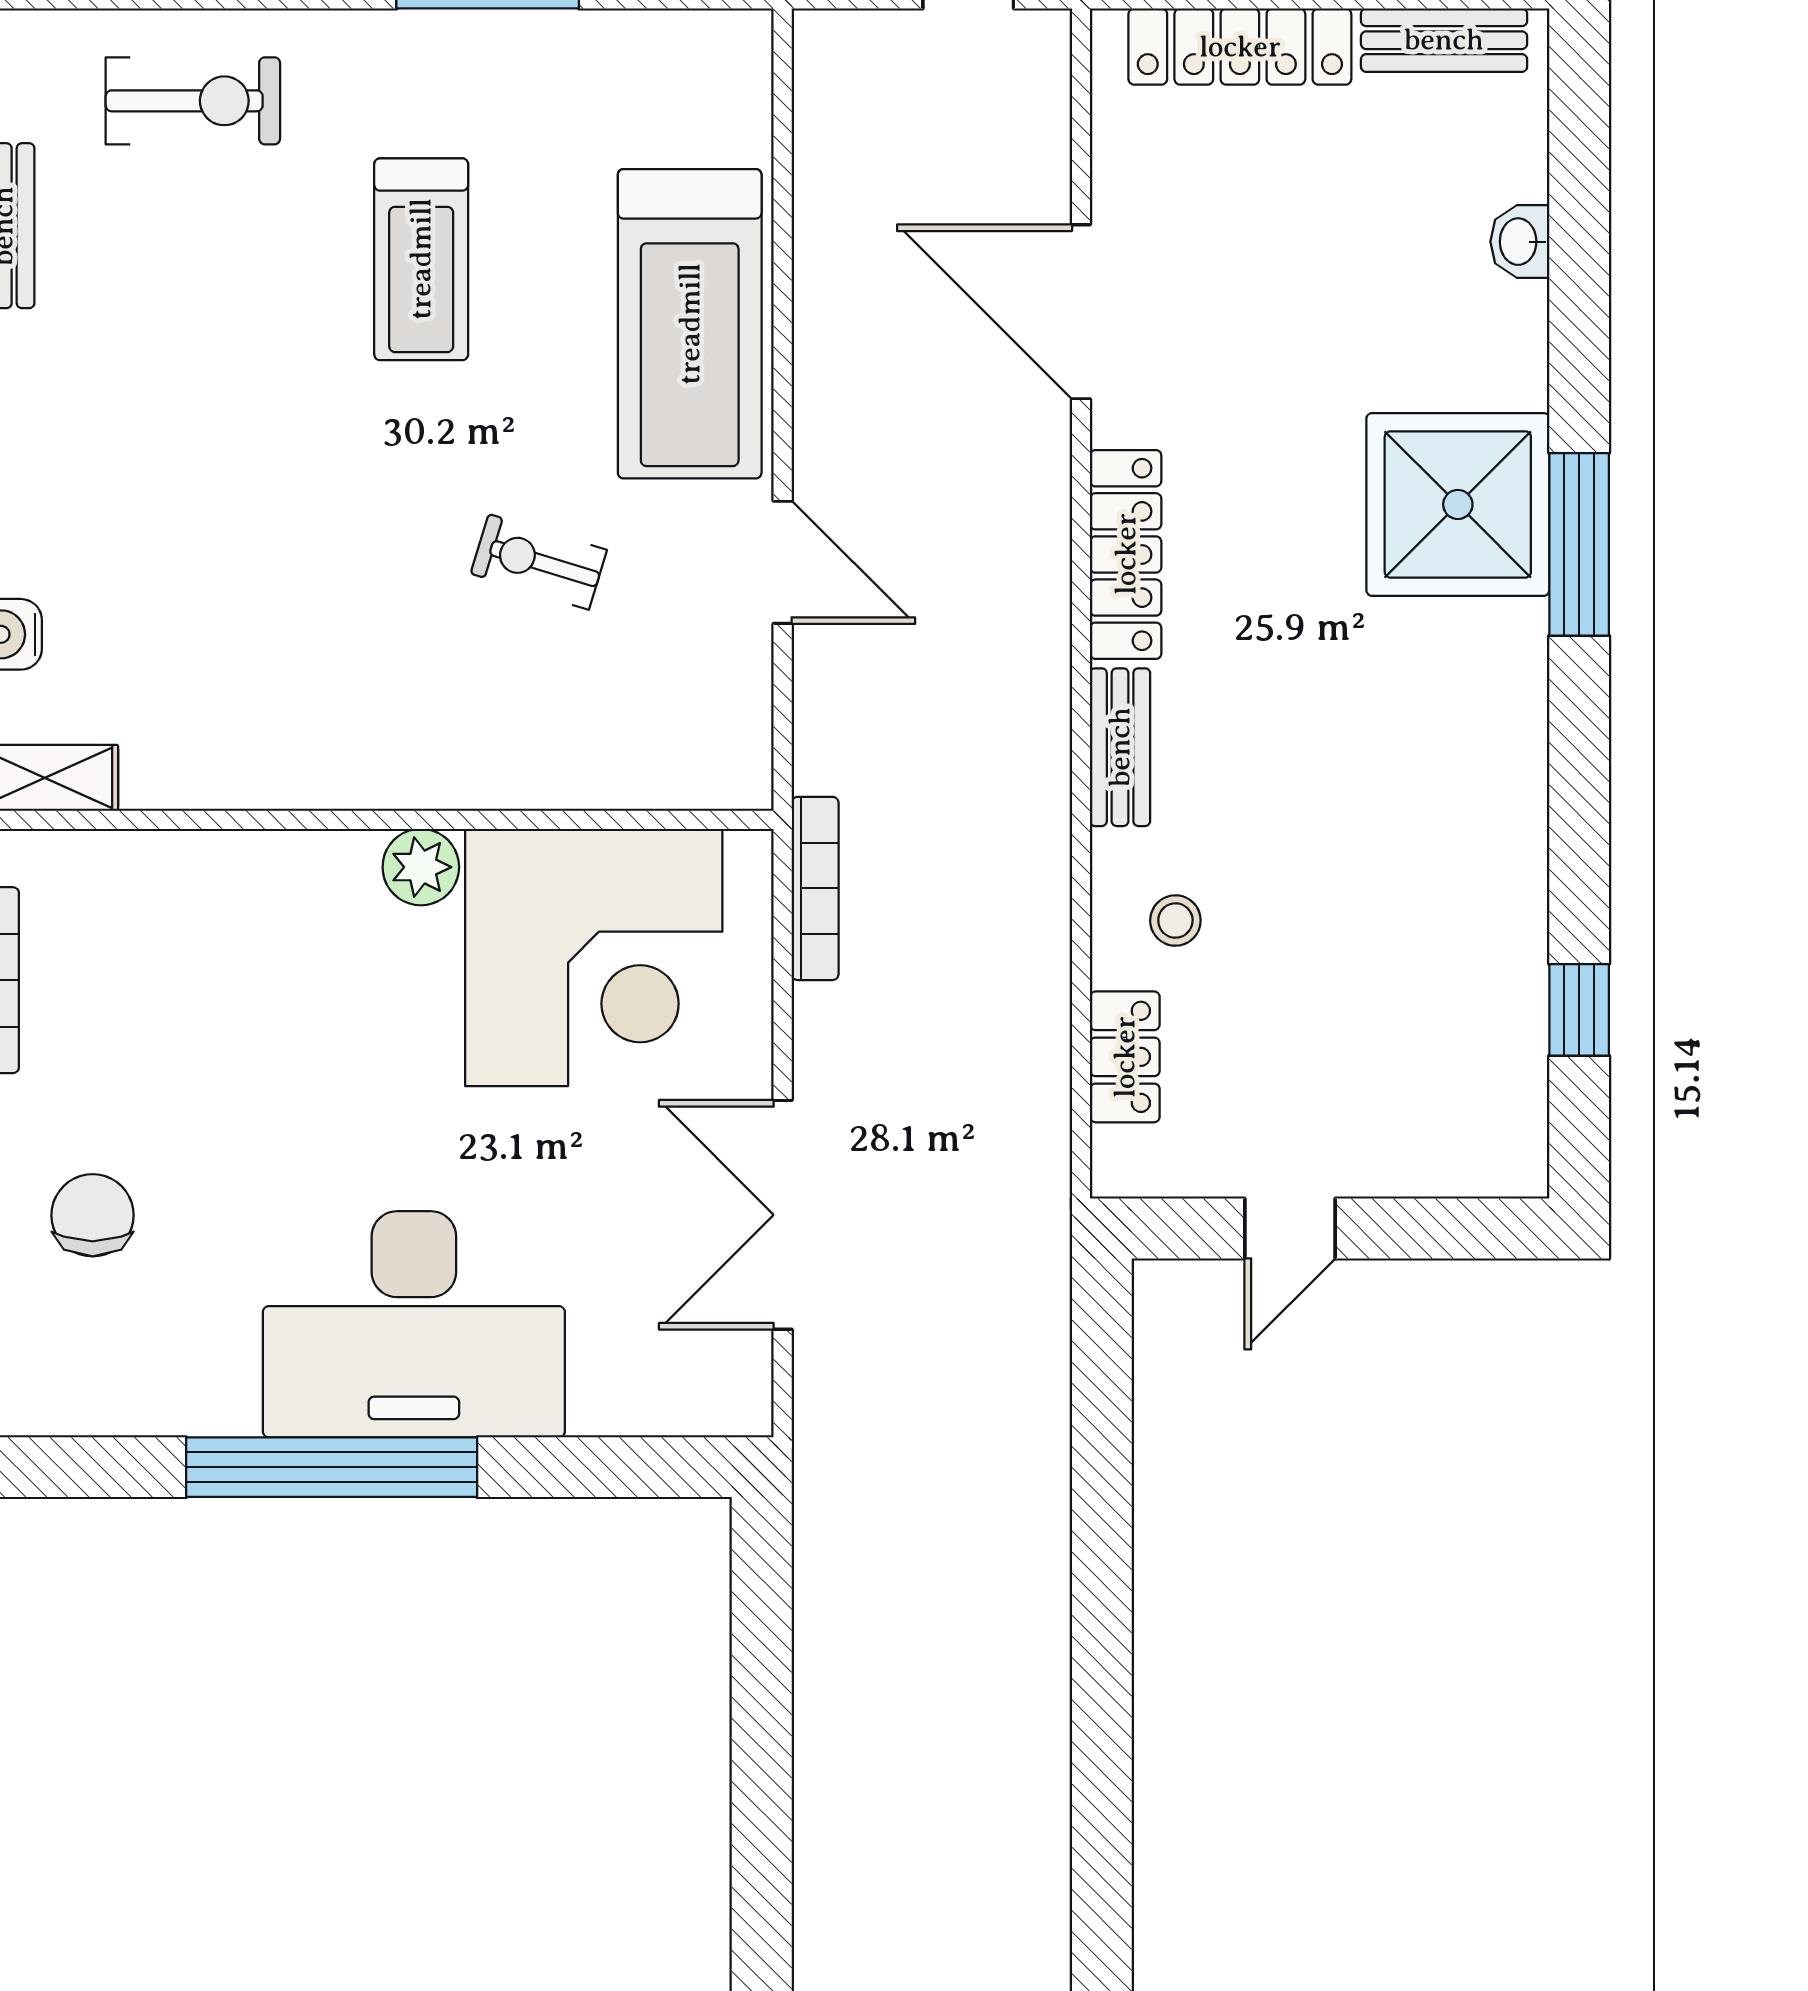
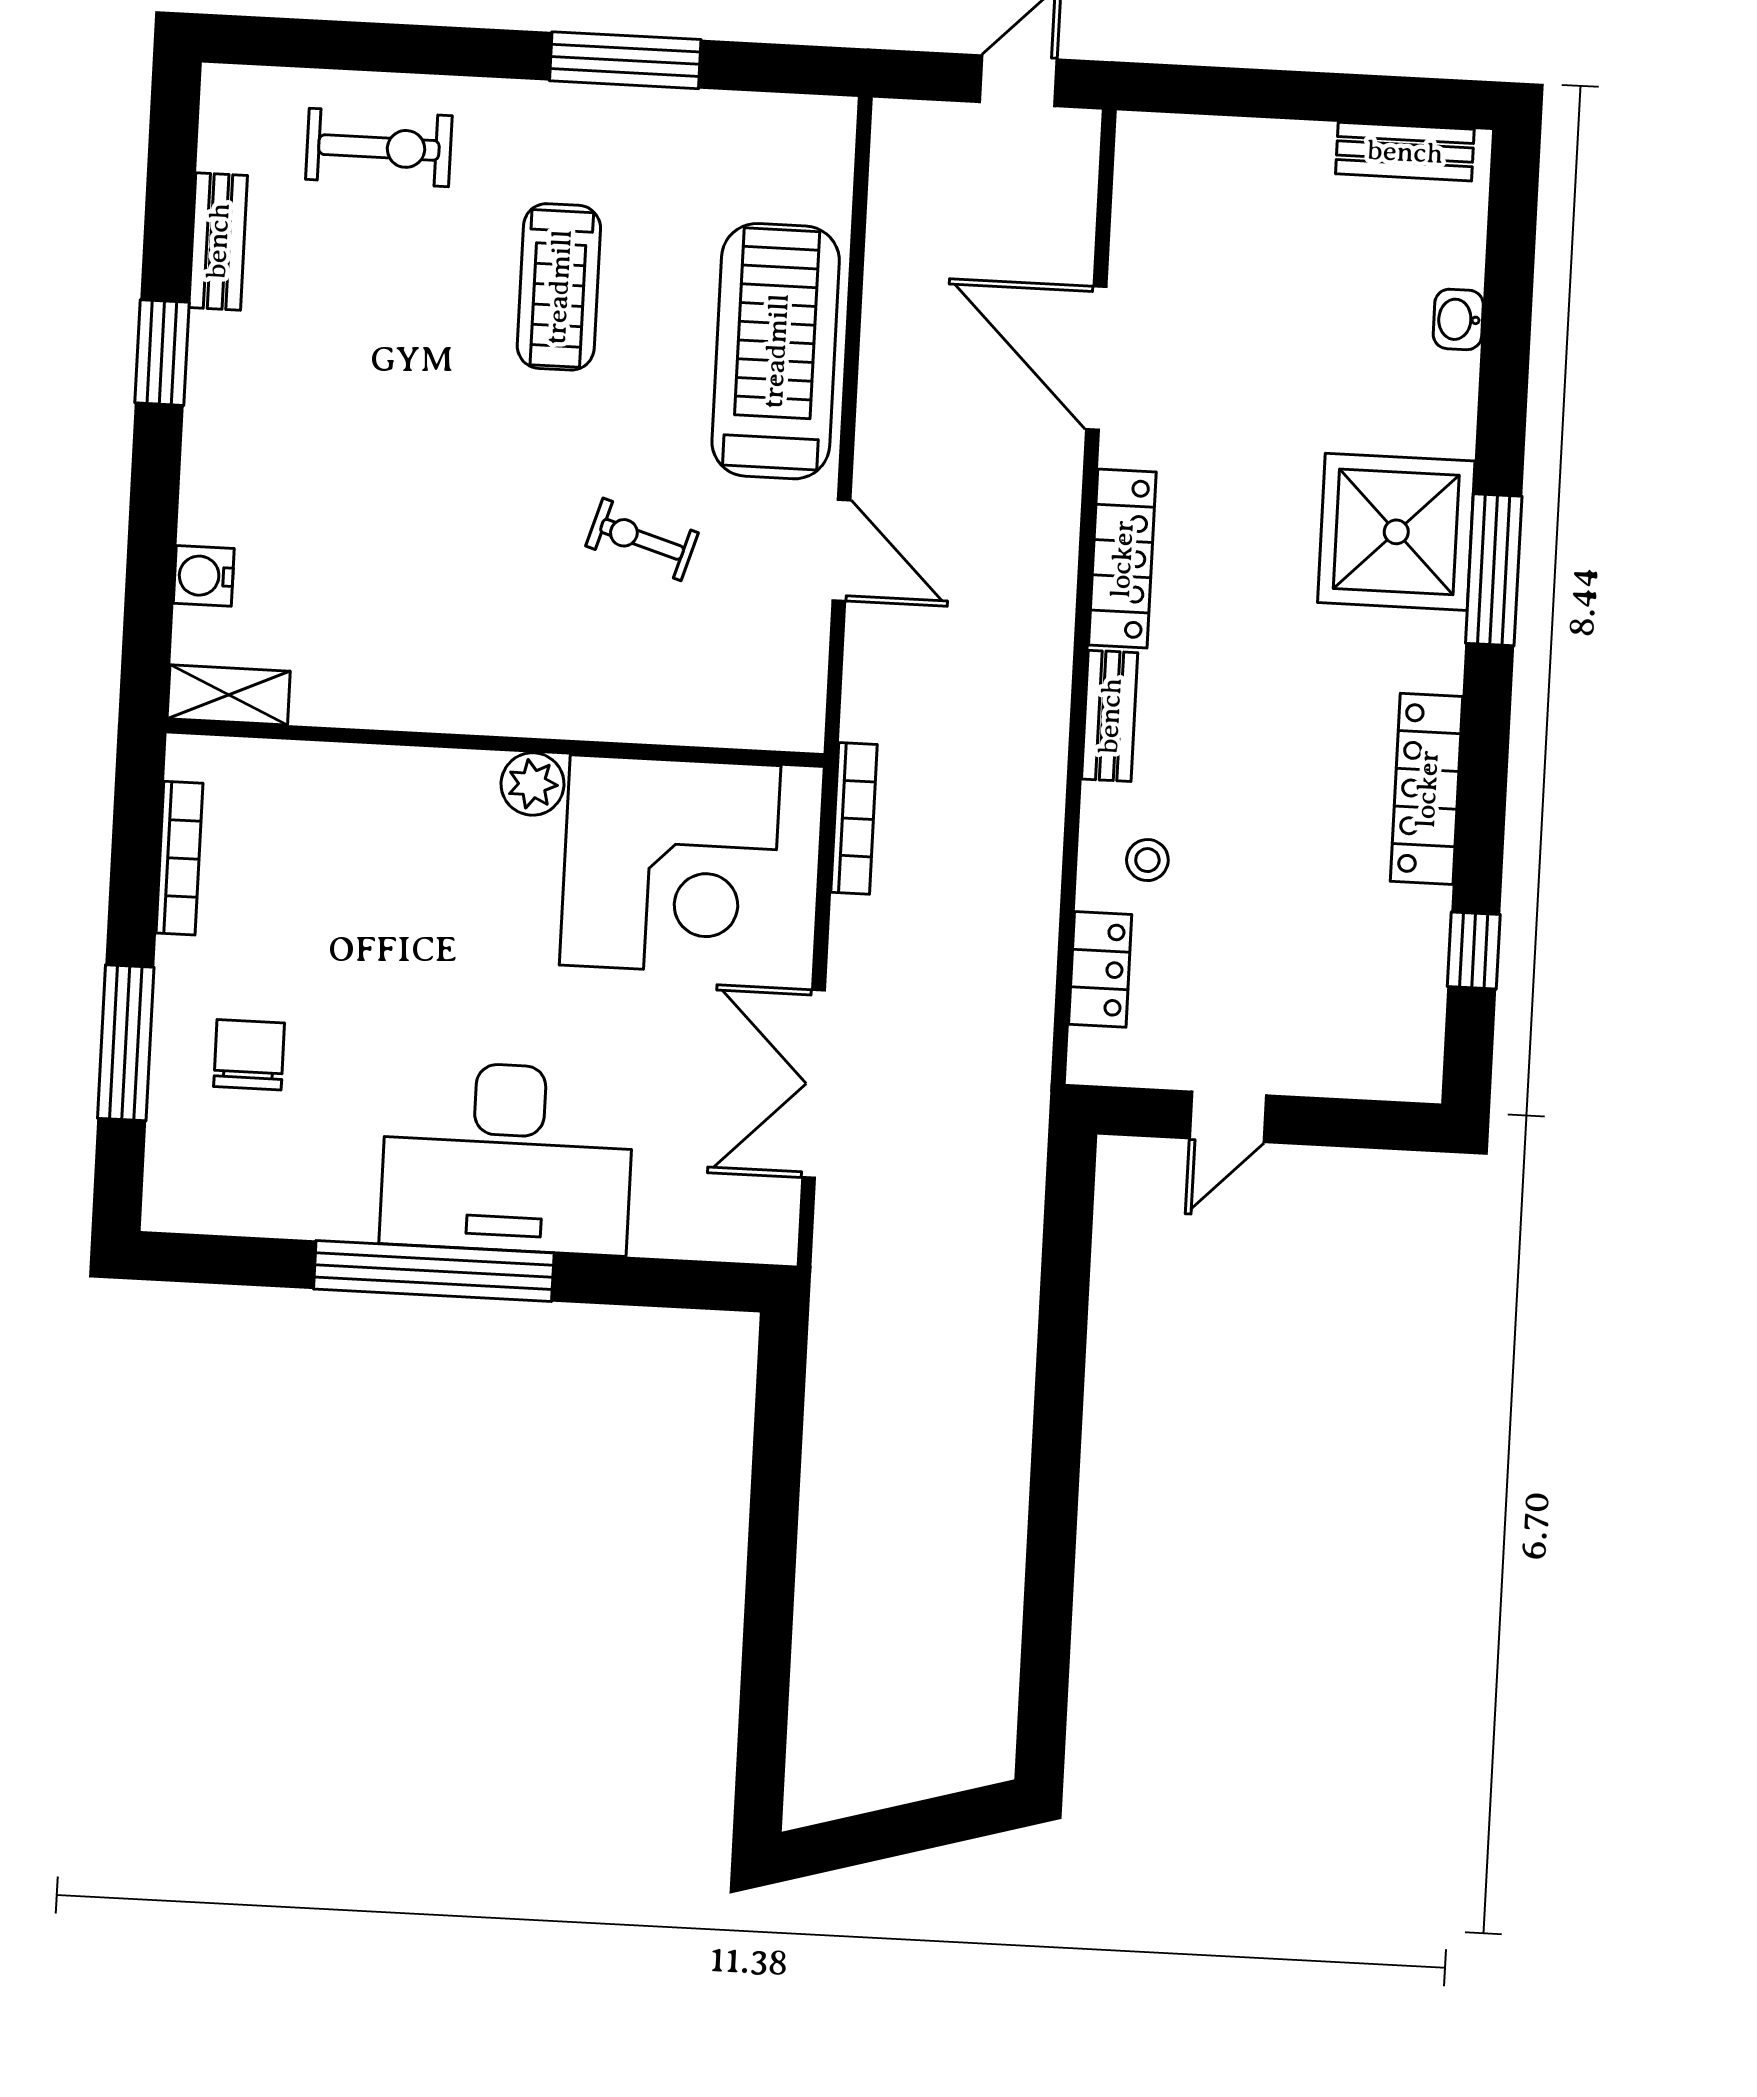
locker: (1240, 47) -> (1427, 789), moved, turned 90
treadmill: (690, 324) -> (776, 351), turned 180

